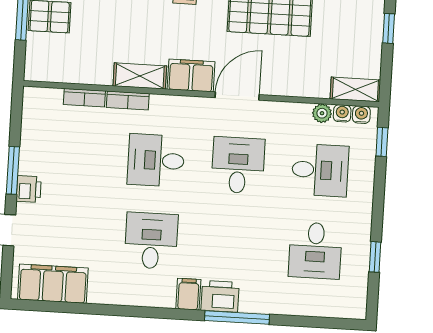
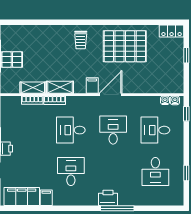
filing cabinet: (191, 75) -> (92, 85), width x0.50
shelving: (355, 89) -> (33, 88), moved
plant: (322, 113) -> (155, 101), removed
desk: (320, 170) -> (155, 130), turned 180
filing cabinet: (188, 294) -> (46, 198), moved

